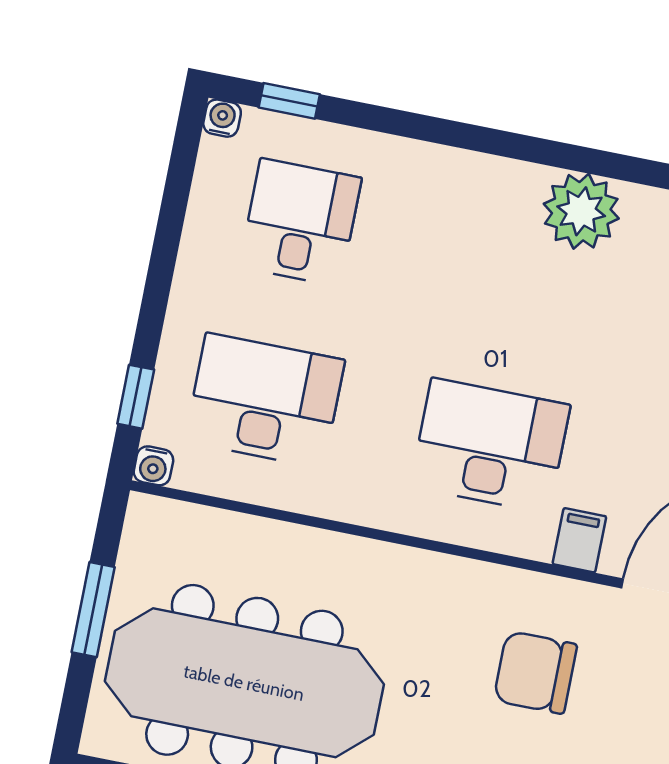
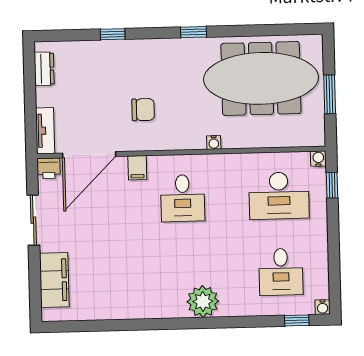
plant: (581, 211) -> (203, 301), moved
desk: (490, 446) -> (183, 198), width x0.73
water cooler: (388, 559) -> (214, 143), added
chair: (535, 672) -> (143, 110), width x0.73, depth x0.73

